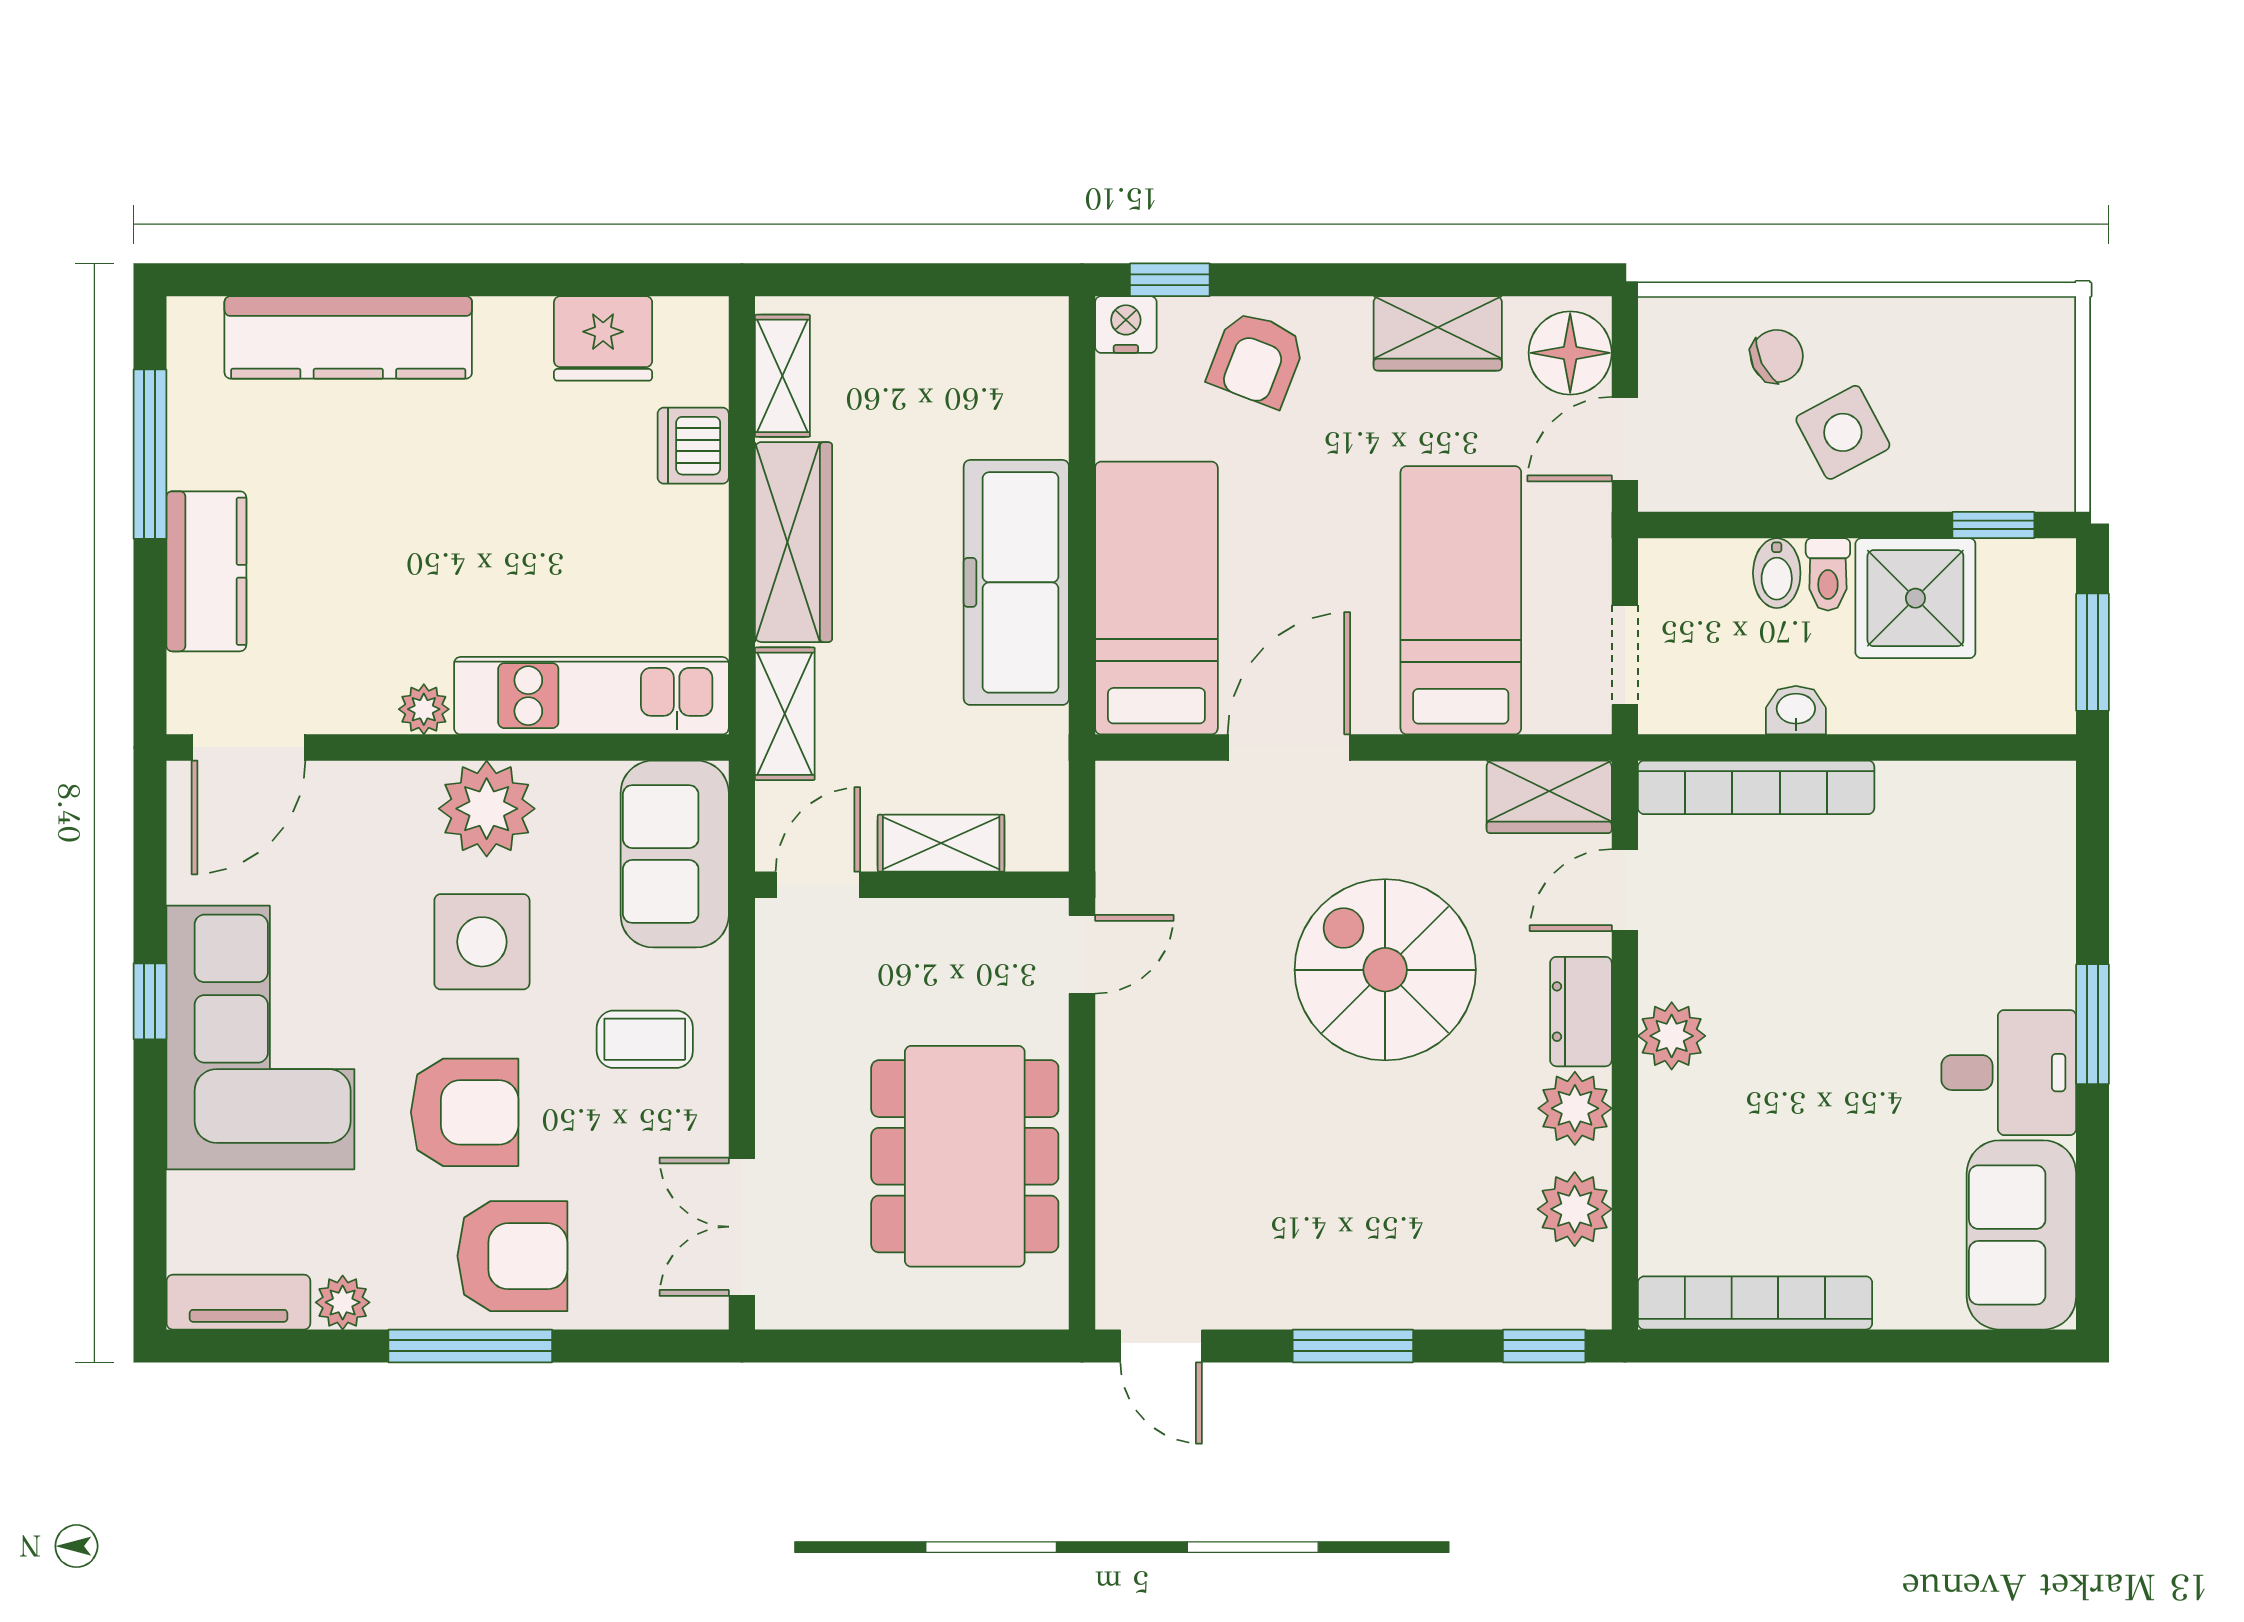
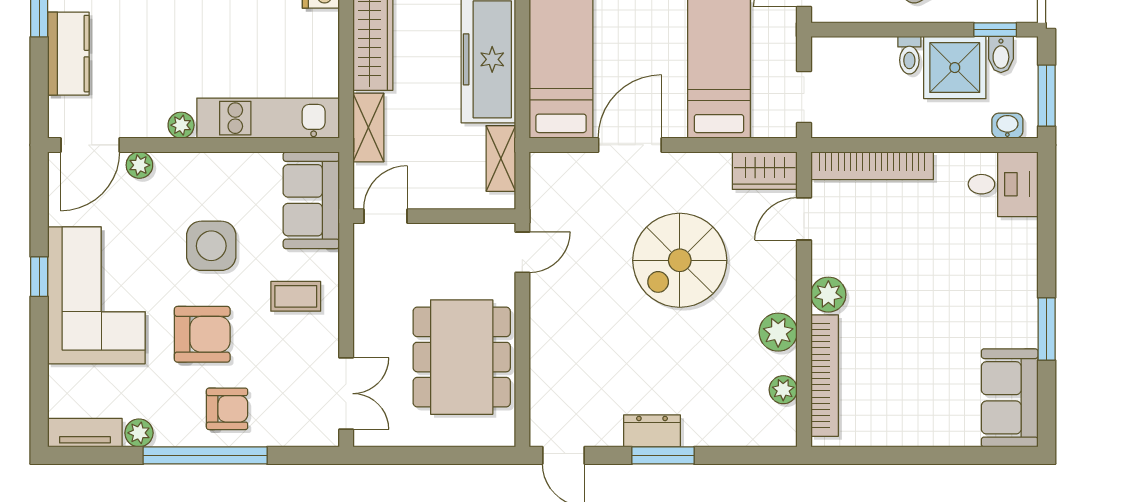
bidet: (1777, 573) -> (1001, 55), moved
washbasin: (1796, 710) -> (1007, 126), moved
plant: (487, 809) -> (139, 165), moved, width x0.53, depth x0.53
shelving: (941, 843) -> (501, 158), moved, turned 90
spiral stairs: (1385, 970) -> (680, 260), turned -90
dresser: (1581, 1012) -> (652, 431), moved, turned 90
window: (2092, 1024) -> (1047, 329), moved
desk: (2009, 1073) -> (1003, 184), moved
plant: (1575, 1209) -> (783, 390), width x0.73, depth x0.73
double door: (742, 1227) -> (346, 394), swing flipped
armchair: (512, 1256) -> (227, 409), width x0.72, depth x0.72
bookcase: (1755, 1303) -> (825, 376), moved, turned 90
window: (470, 1346) -> (205, 455), width x1.46
window: (1544, 1346) -> (762, 455), removed

